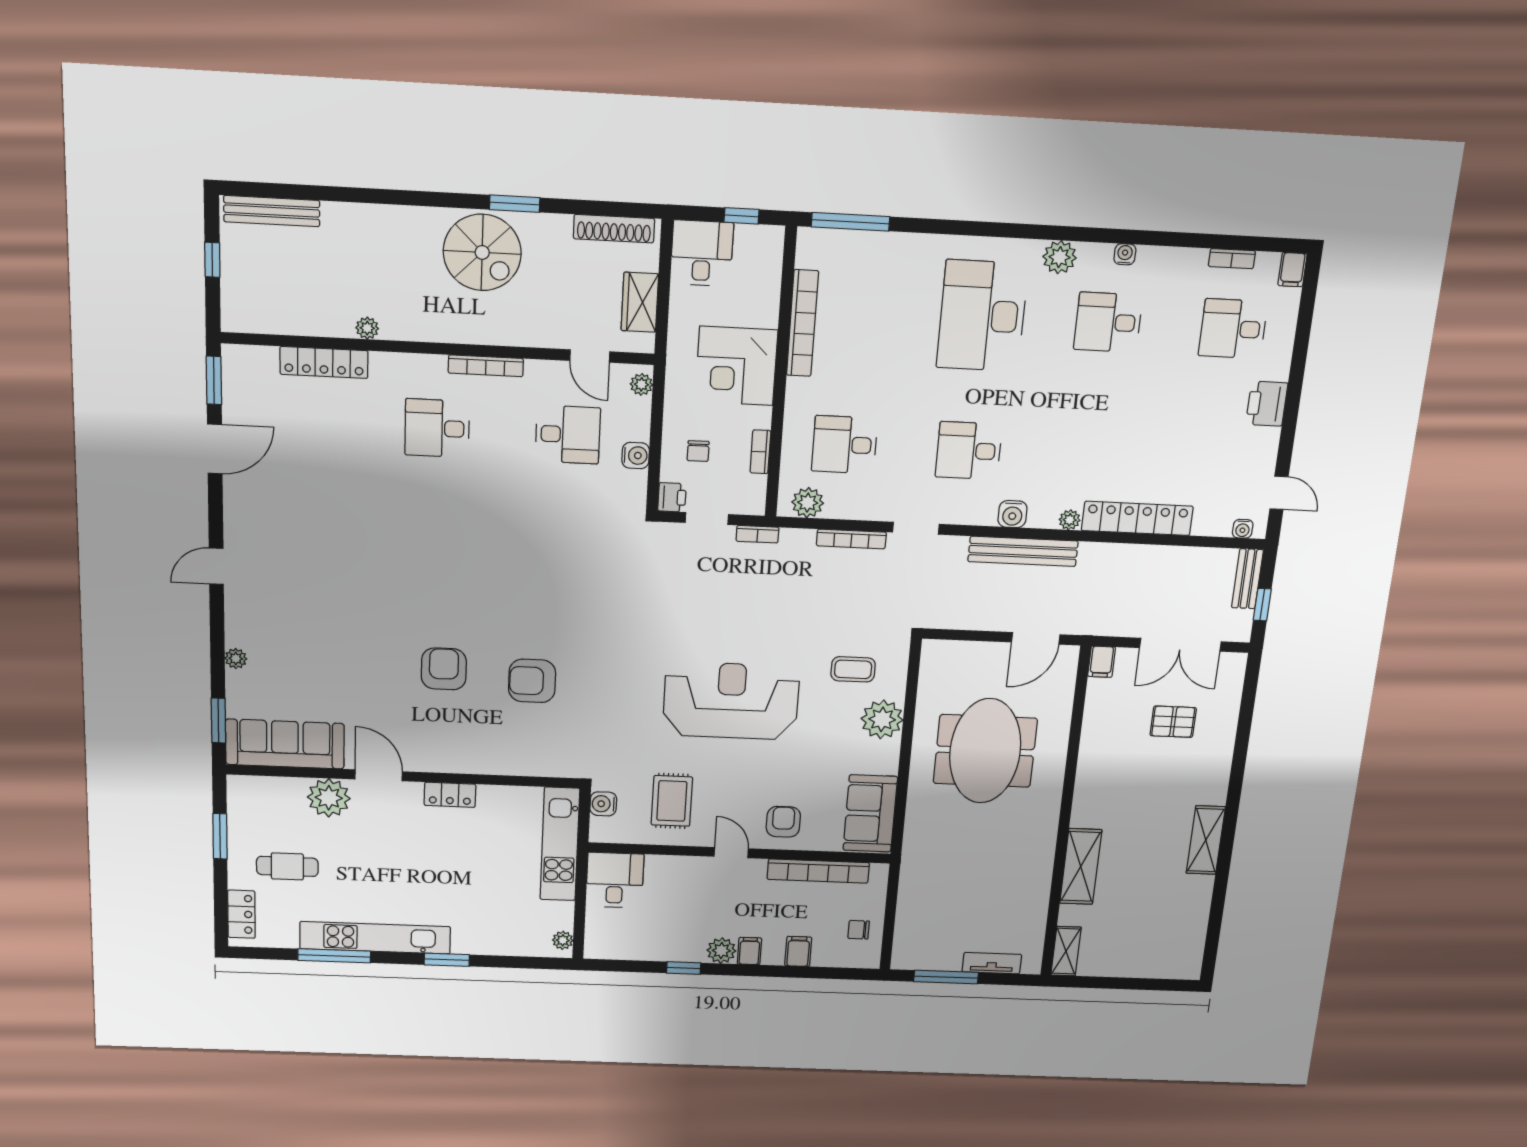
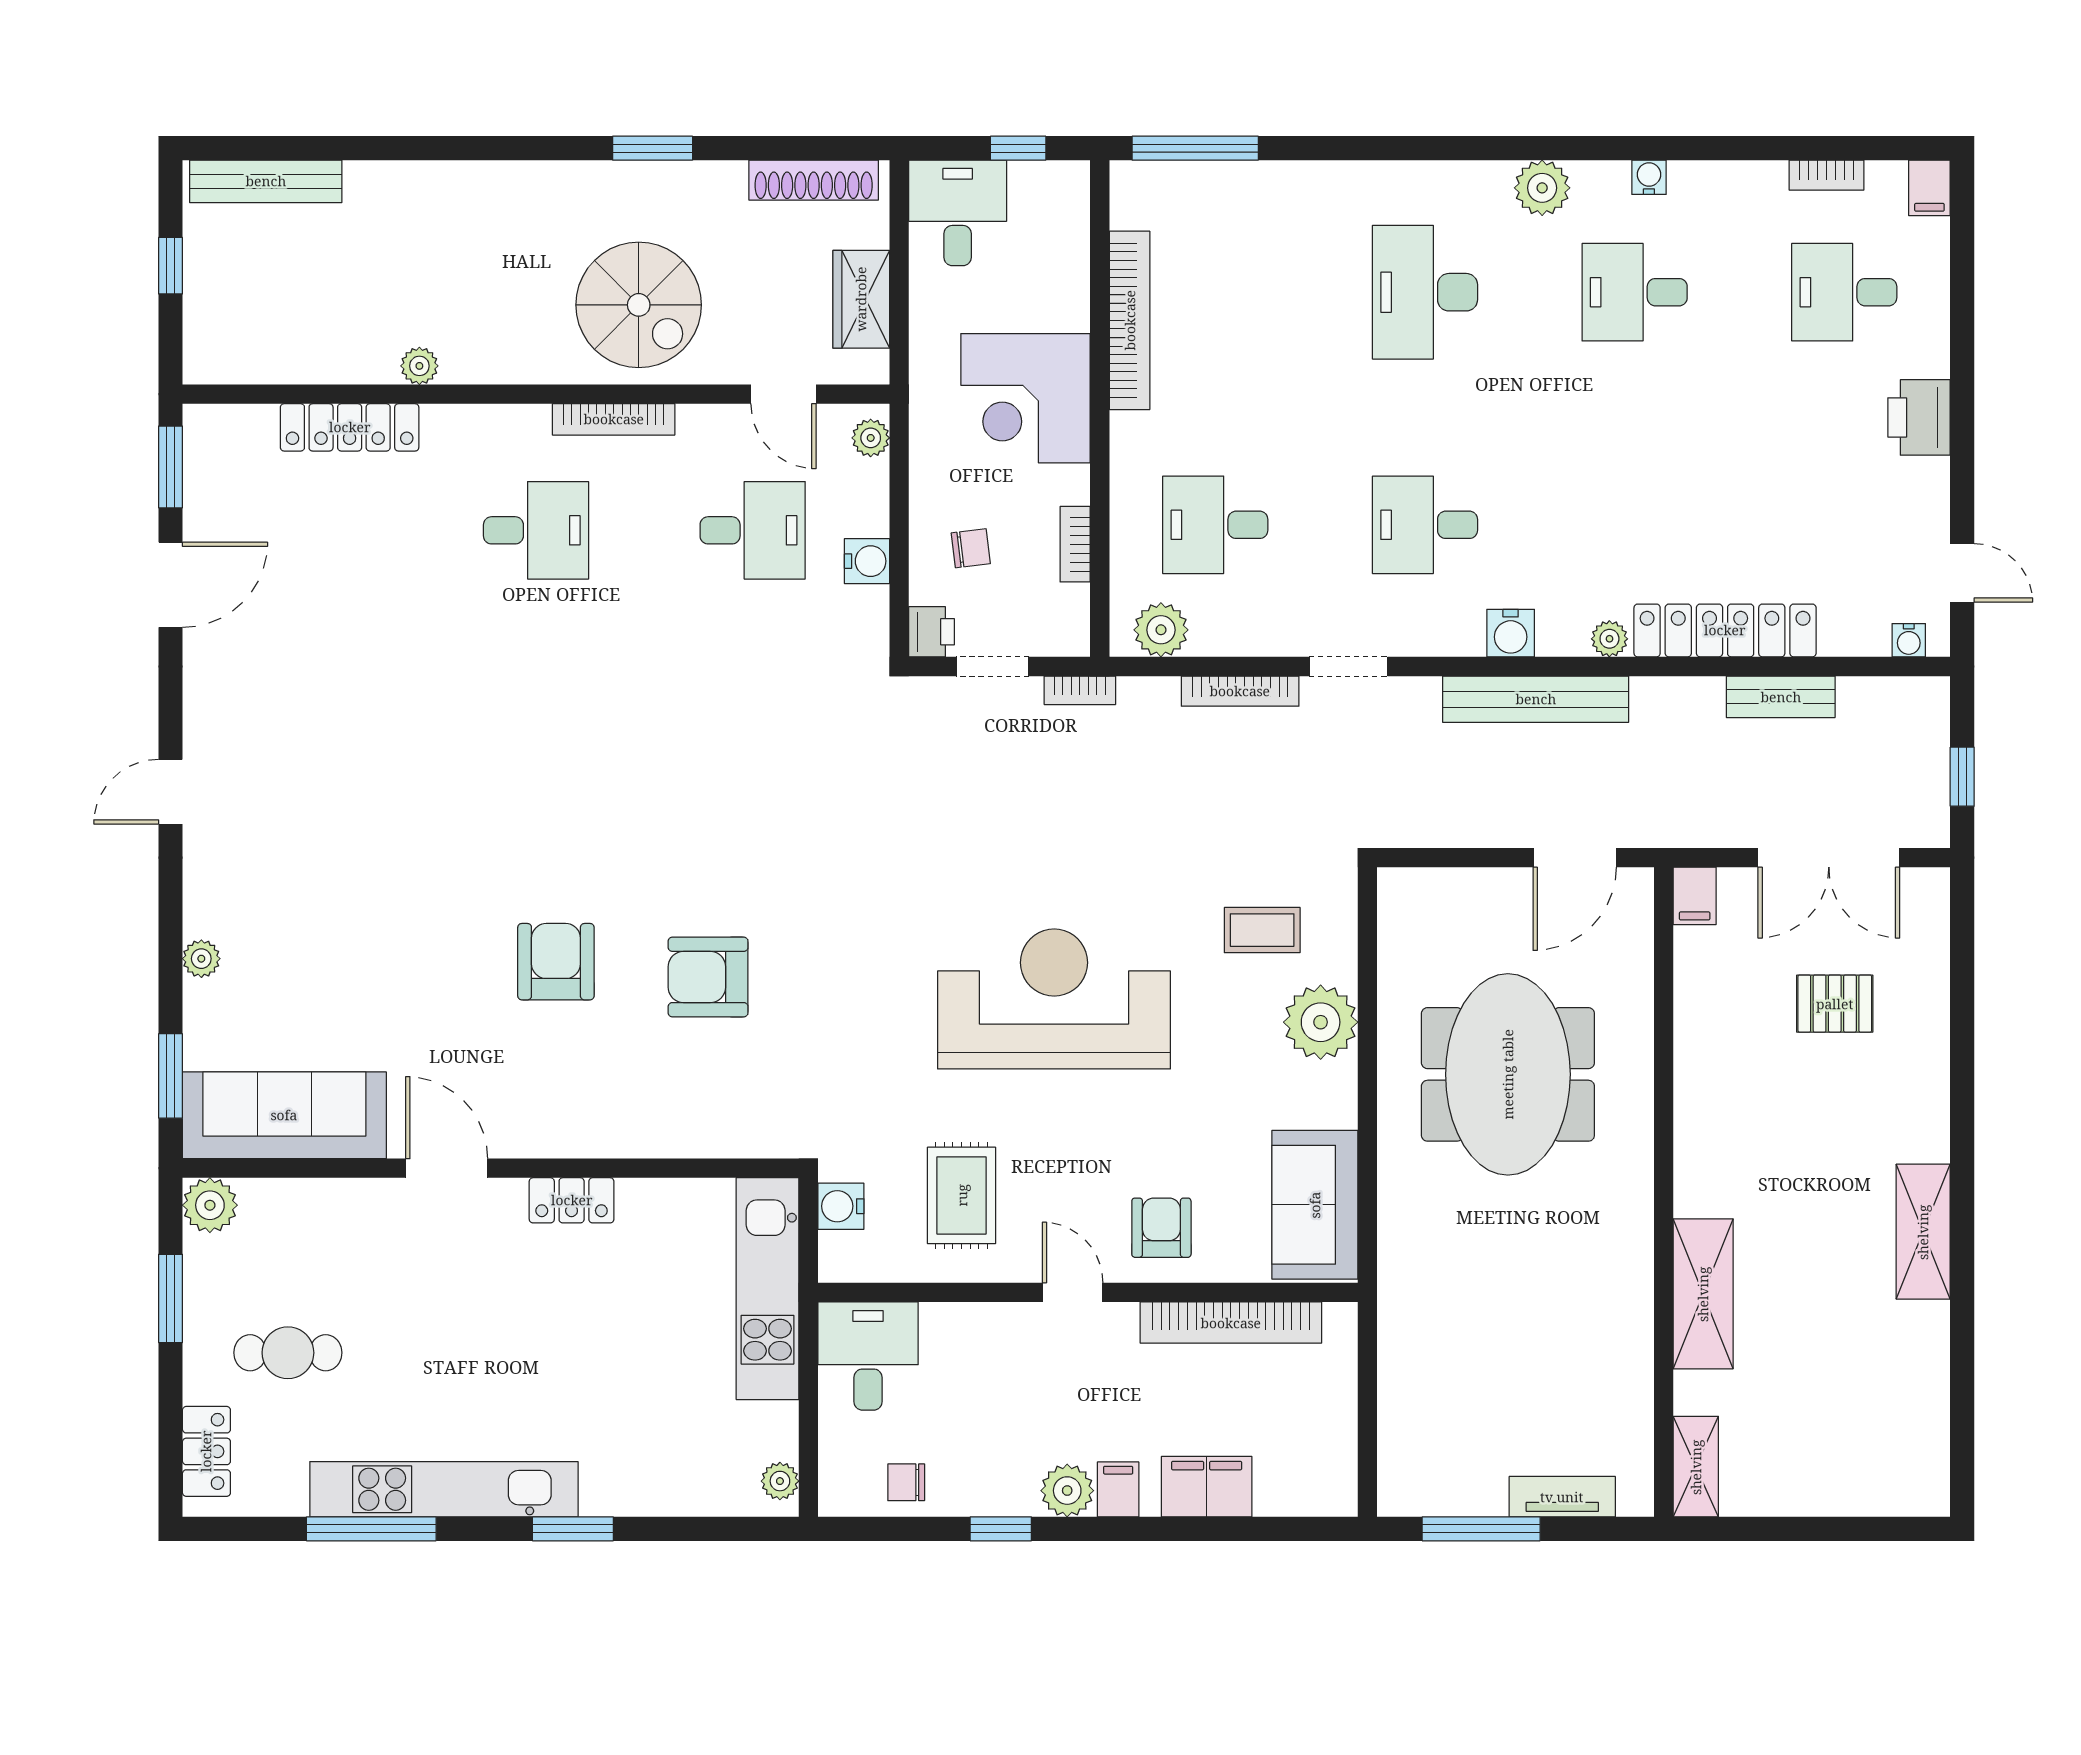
spiral stairs: (482, 252) -> (639, 305), moved
desk: (982, 316) -> (1425, 292), width x0.73, depth x0.77
desk: (437, 428) -> (536, 530), turned 180
chair: (698, 451) -> (971, 548), turned -97
bench: (1247, 579) -> (1781, 697), moved, turned 90
plant: (329, 798) -> (210, 1205), moved, width x0.73, depth x0.73
chair: (859, 930) -> (906, 1482), moved
filing cabinet: (798, 951) -> (1207, 1487), width x2.00

